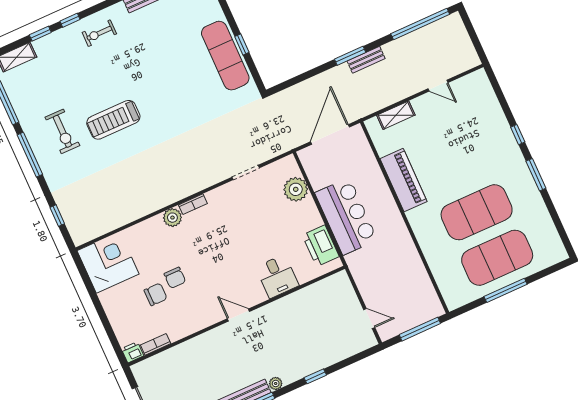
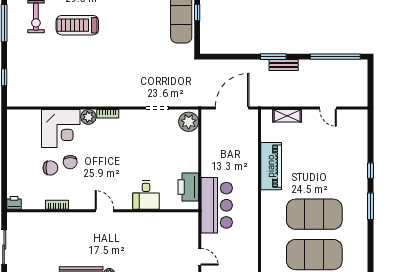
plant: (296, 189) -> (189, 122), moved
bar counter: (346, 216) -> (217, 205), moved
corner desk: (108, 262) -> (61, 128), moved, turned 90
bookcase: (156, 344) -> (57, 205), moved

